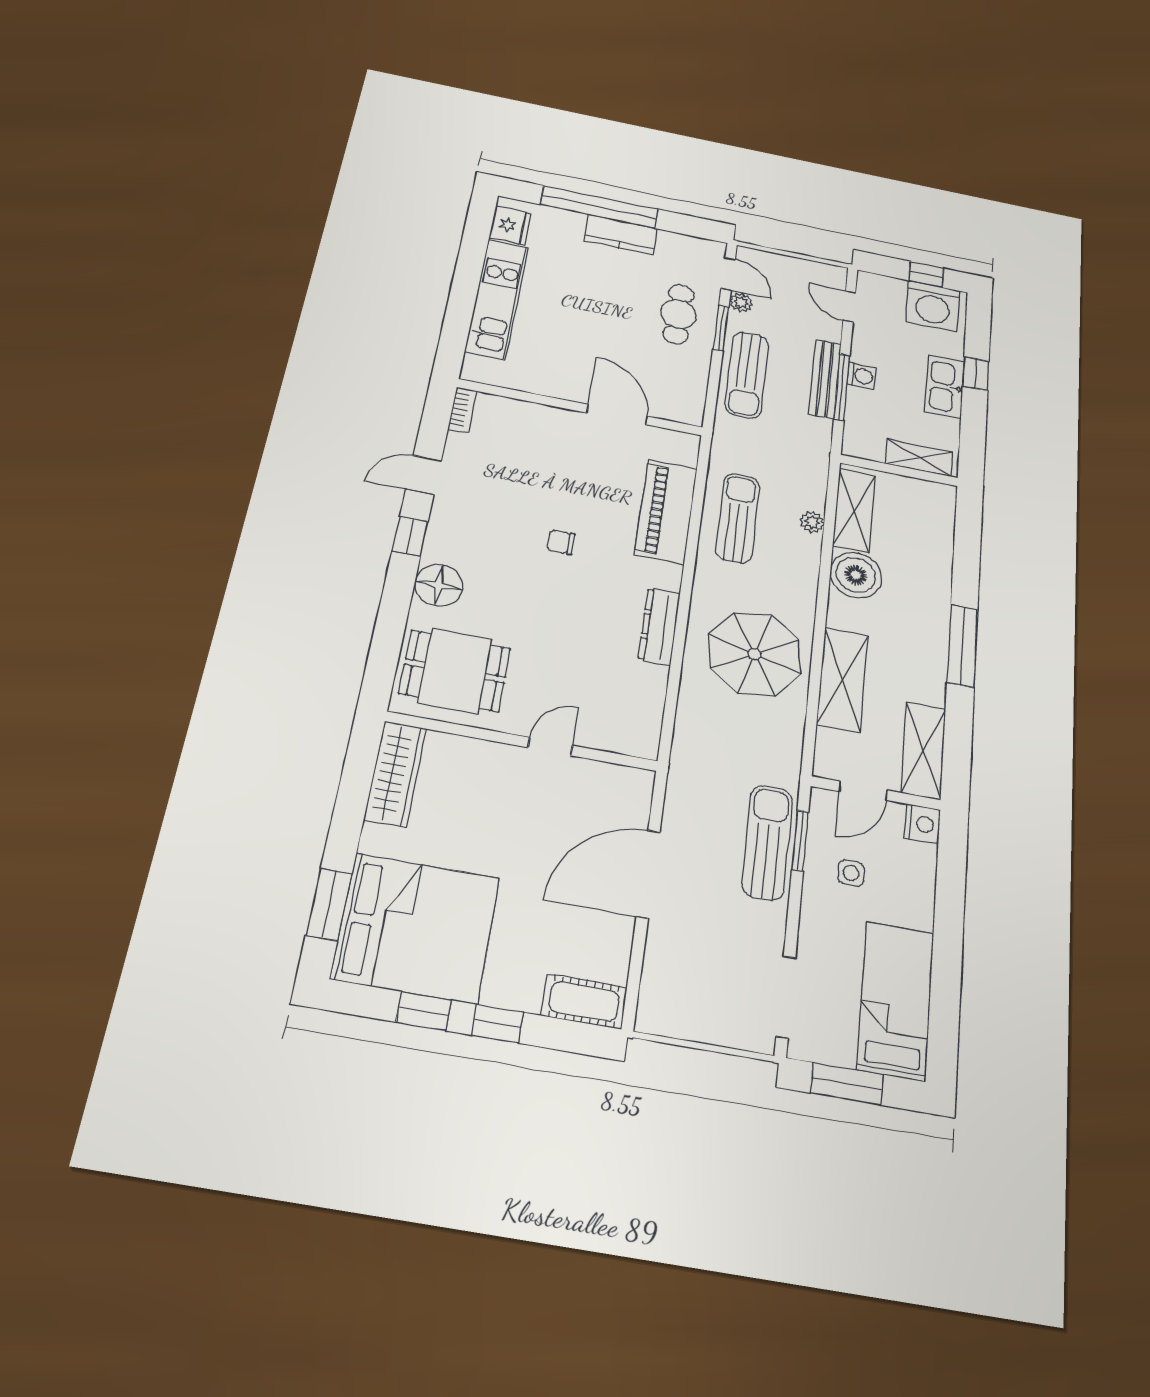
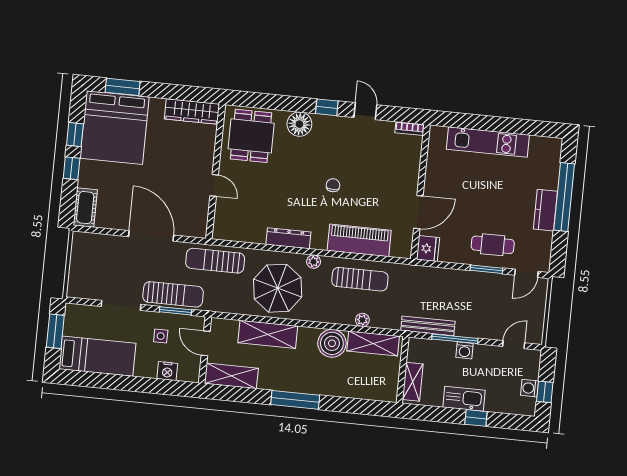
fridge: (510, 225) -> (428, 249), moved, turned -90
plant: (741, 303) -> (314, 262), moved
washing machine: (933, 306) -> (530, 388), width x0.53, depth x0.53
sun lounger: (747, 375) -> (215, 261), moved
bench: (825, 379) -> (428, 326), moved
nightstand: (922, 824) -> (167, 371), moved
doorway: (786, 997) -> (121, 305), moved

